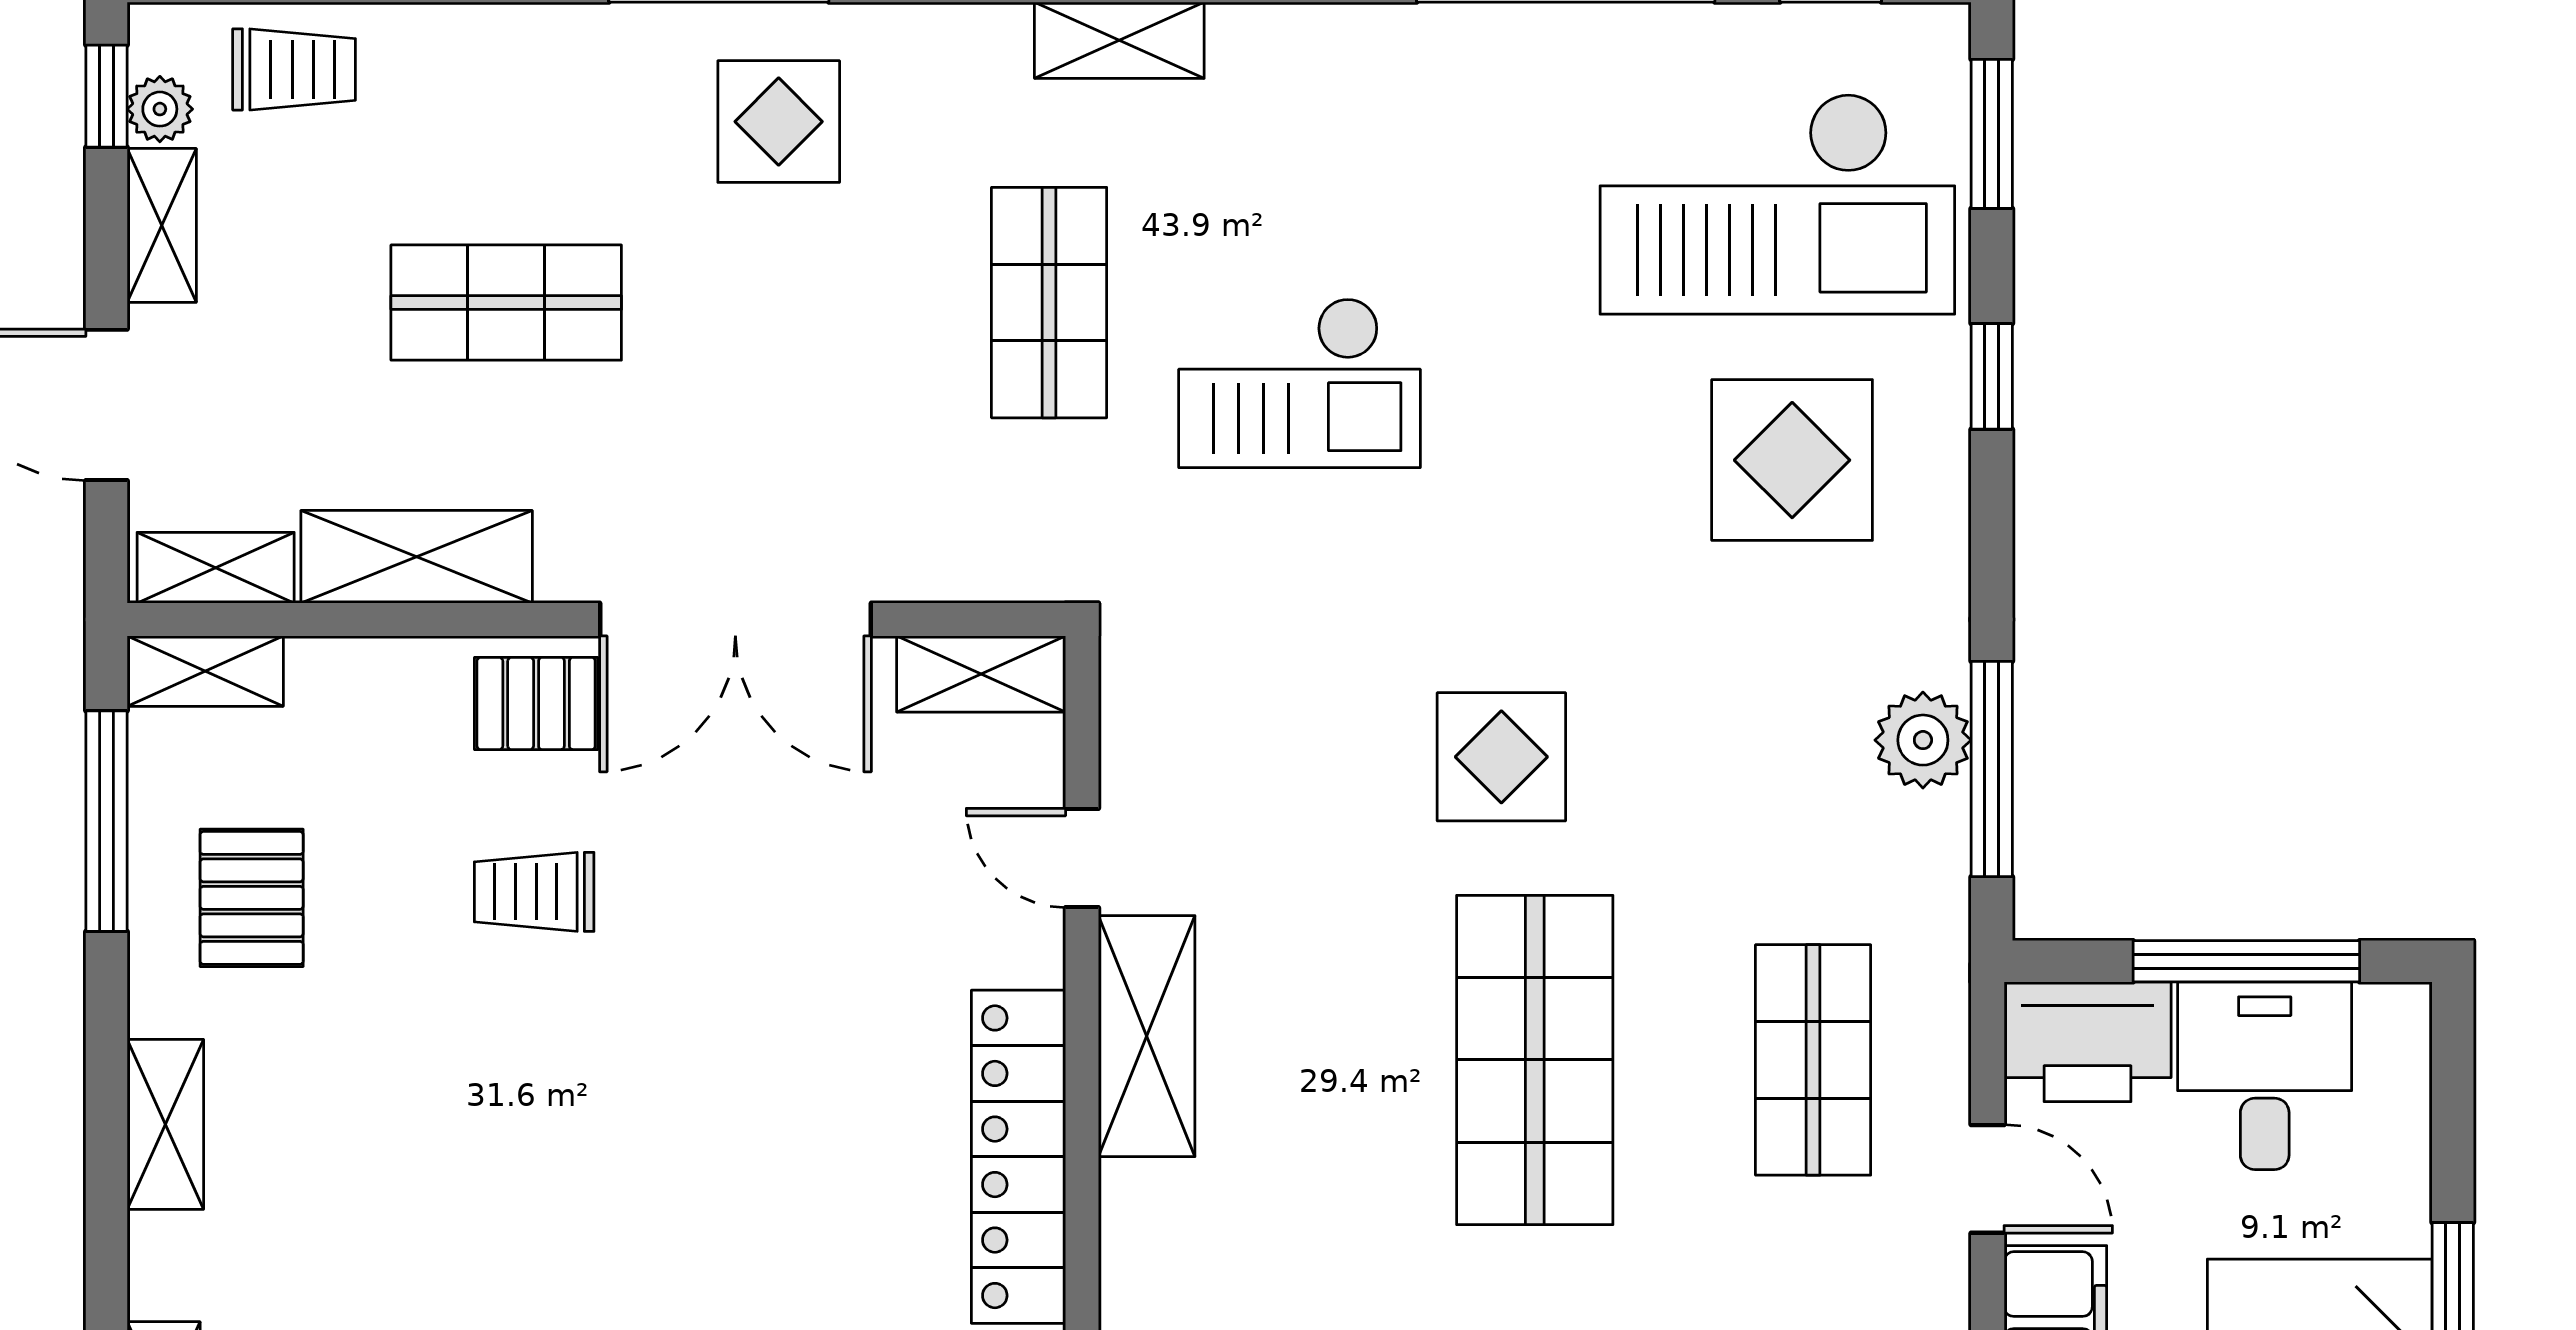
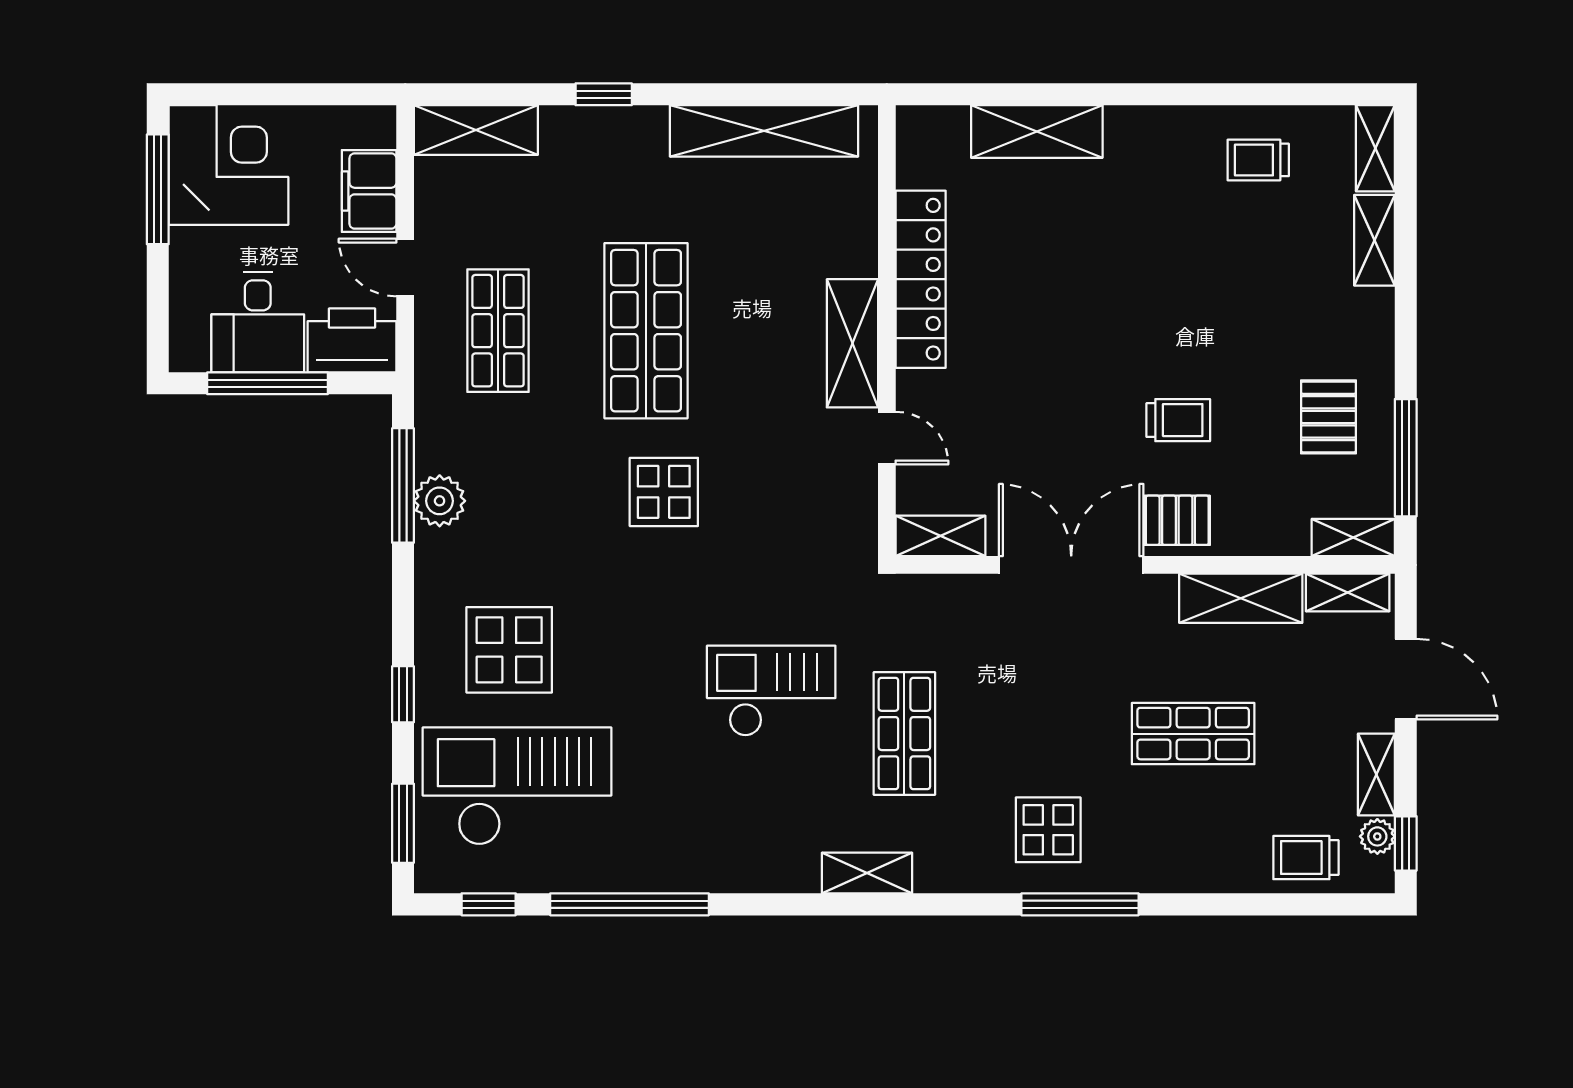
shelving: (165, 1124) -> (1374, 240), moved

